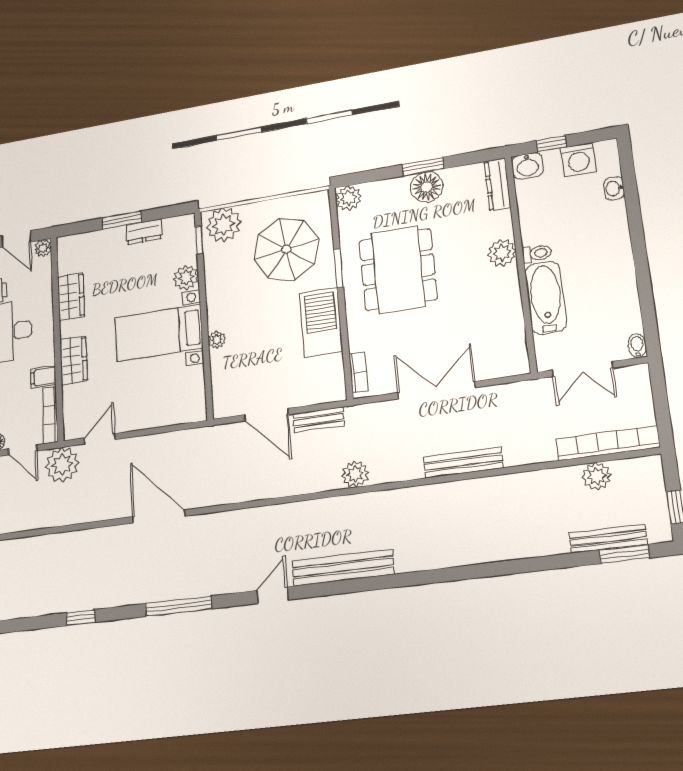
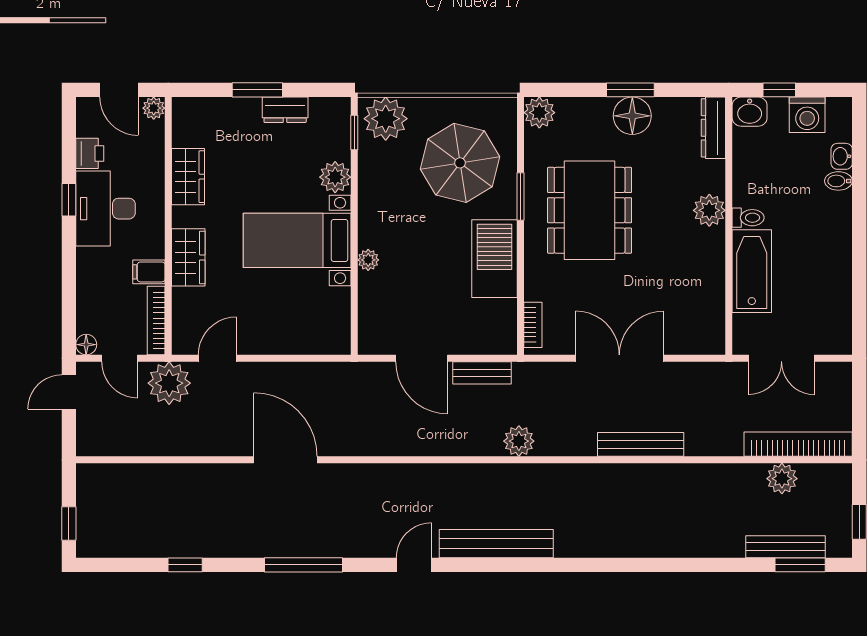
bidet: (637, 346) -> (838, 181), moved, turned -90

